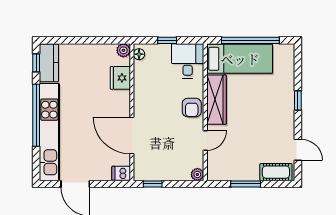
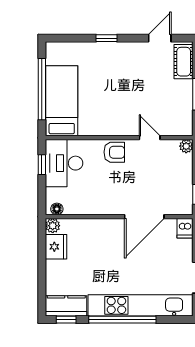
window: (167, 40) -> (42, 165), moved
desk: (188, 61) -> (64, 163), width x1.37
fridge: (120, 78) -> (56, 247), moved, turned -90
wardrobe: (216, 100) -> (106, 126), removed

